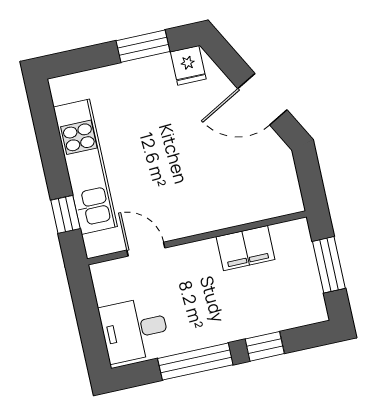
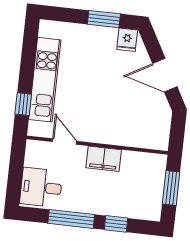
filing cabinet: (245, 248) -> (104, 159), moved

